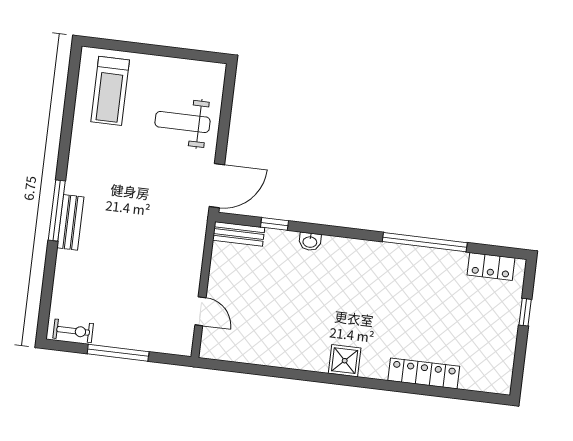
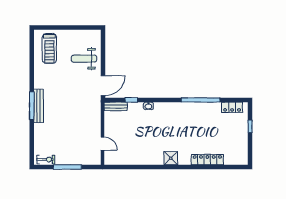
bench: (70, 222) -> (39, 106), width x1.36

